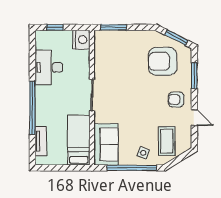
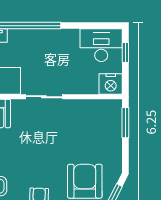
desk: (49, 67) -> (101, 45), moved

